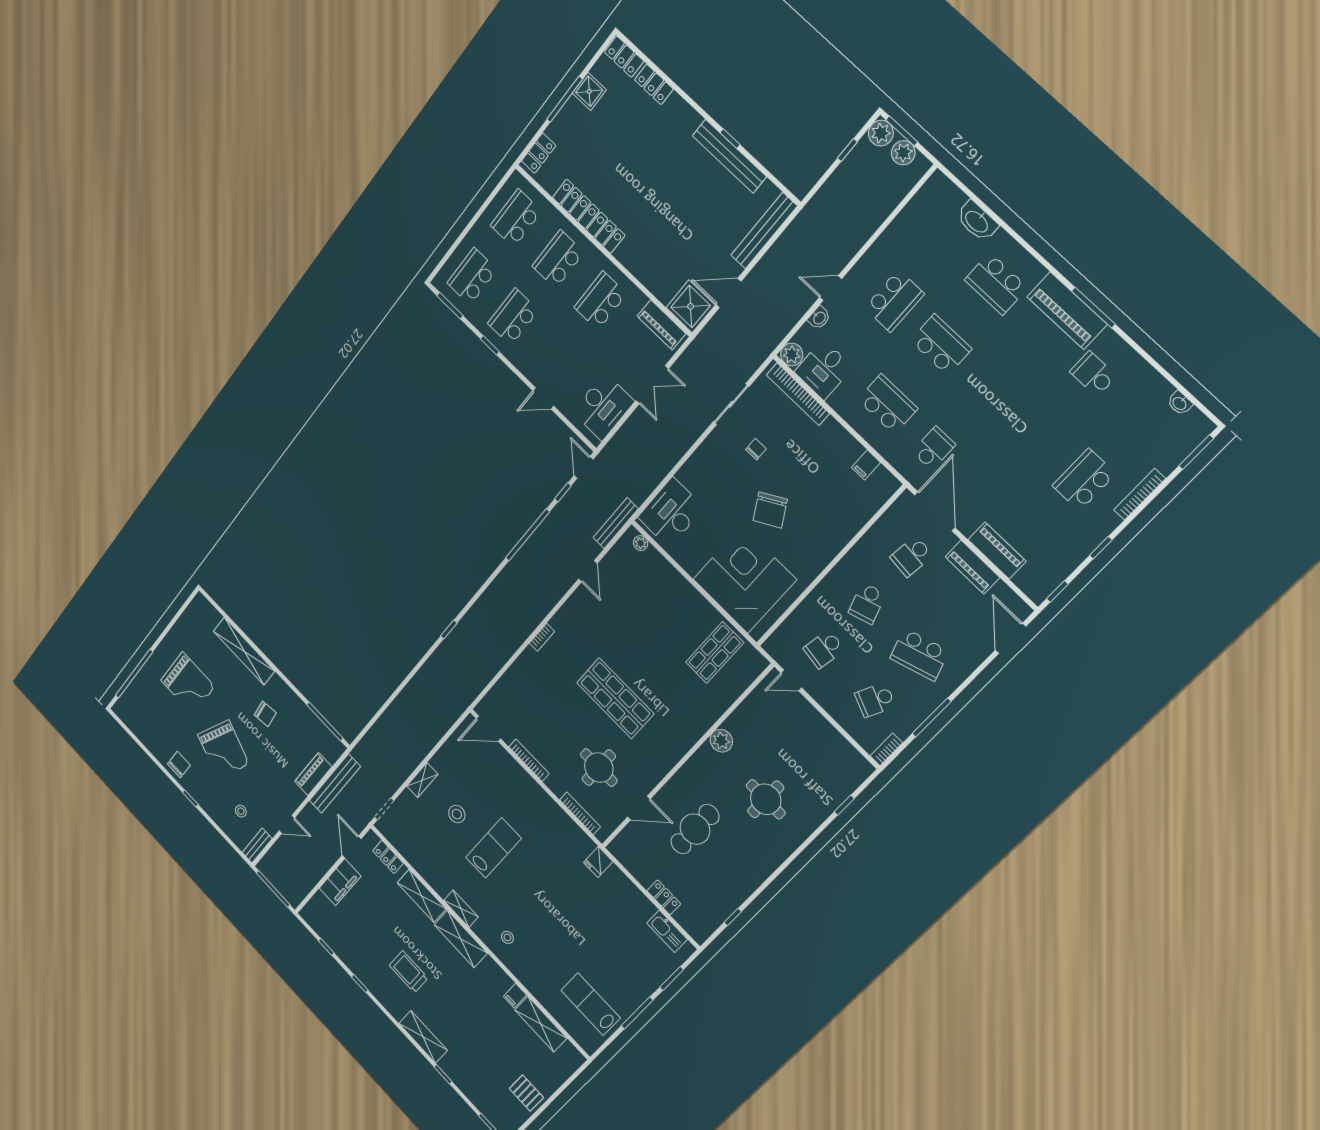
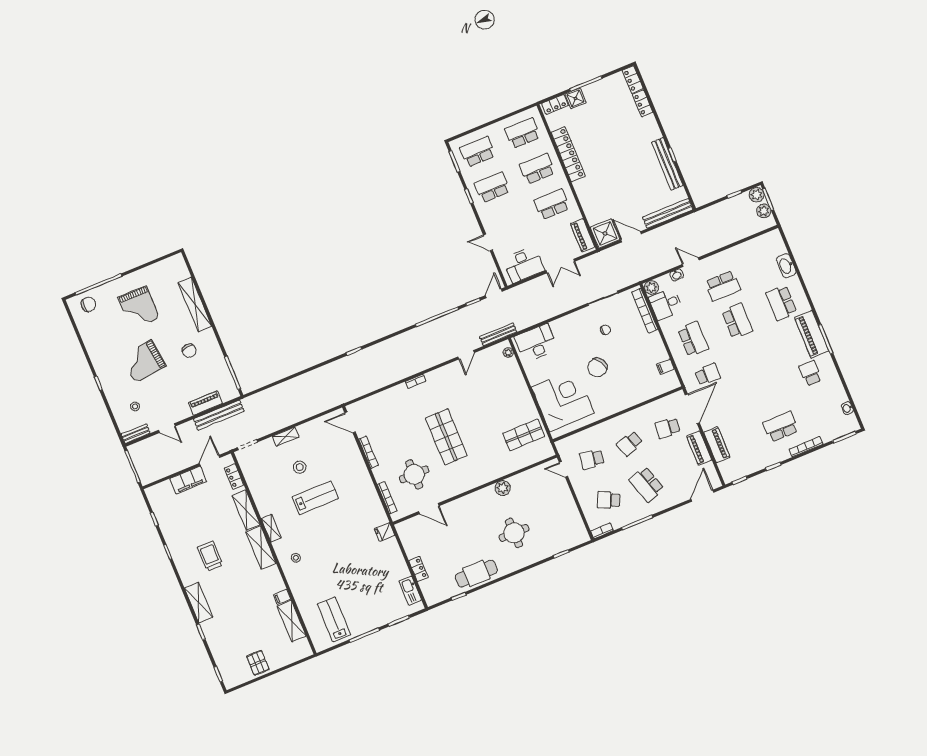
shower: (589, 91) -> (575, 98), moved
grand piano: (223, 749) -> (143, 361), turned 61
chair: (179, 765) -> (88, 304), moved
cafe table: (695, 829) -> (476, 574), moved

